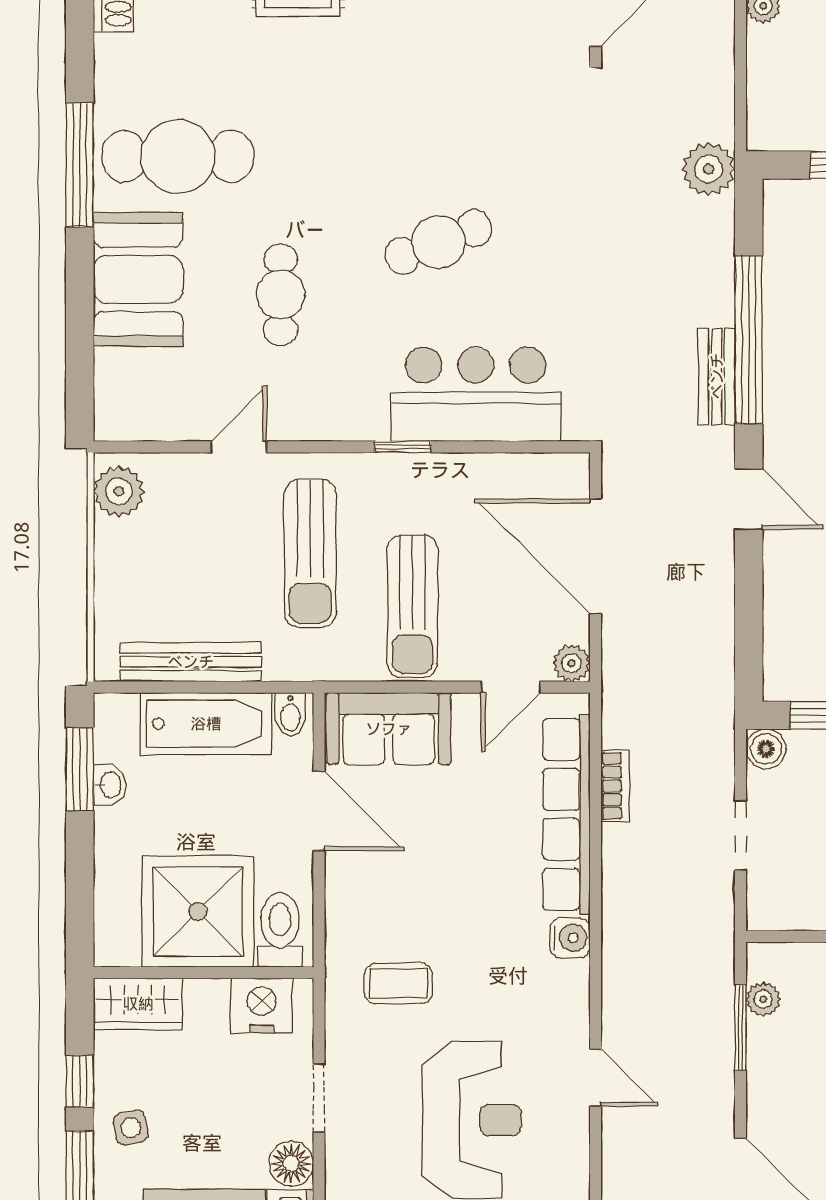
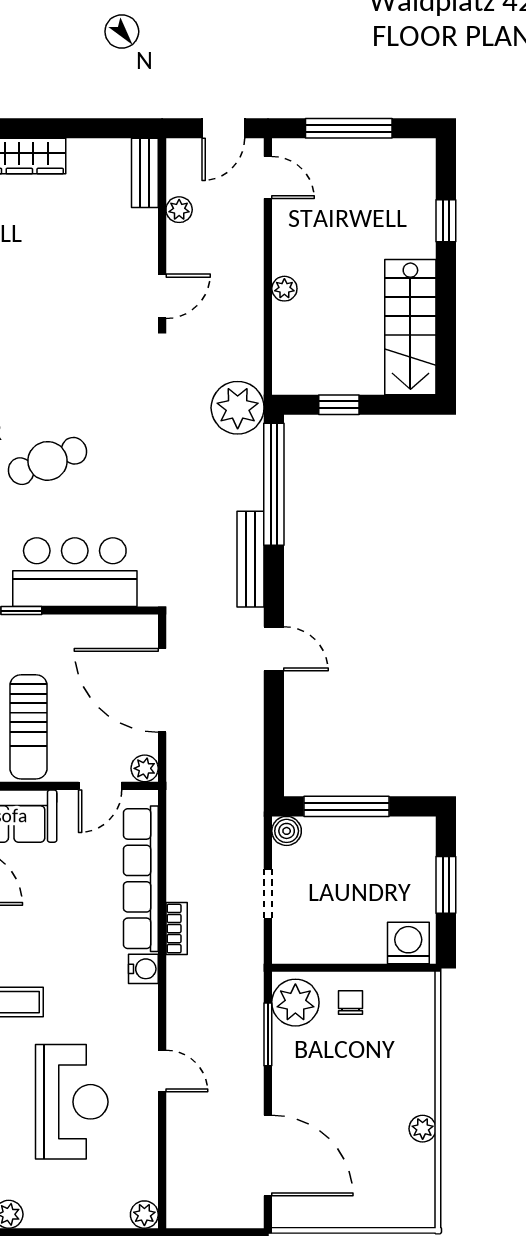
plant: (709, 169) -> (238, 408), width x1.36, depth x1.36
window: (749, 340) -> (274, 484), moved
bench: (717, 376) -> (251, 559), width x1.36
bookcase: (615, 786) -> (177, 929), moved
plant: (763, 999) -> (295, 1003), width x1.88, depth x1.88

